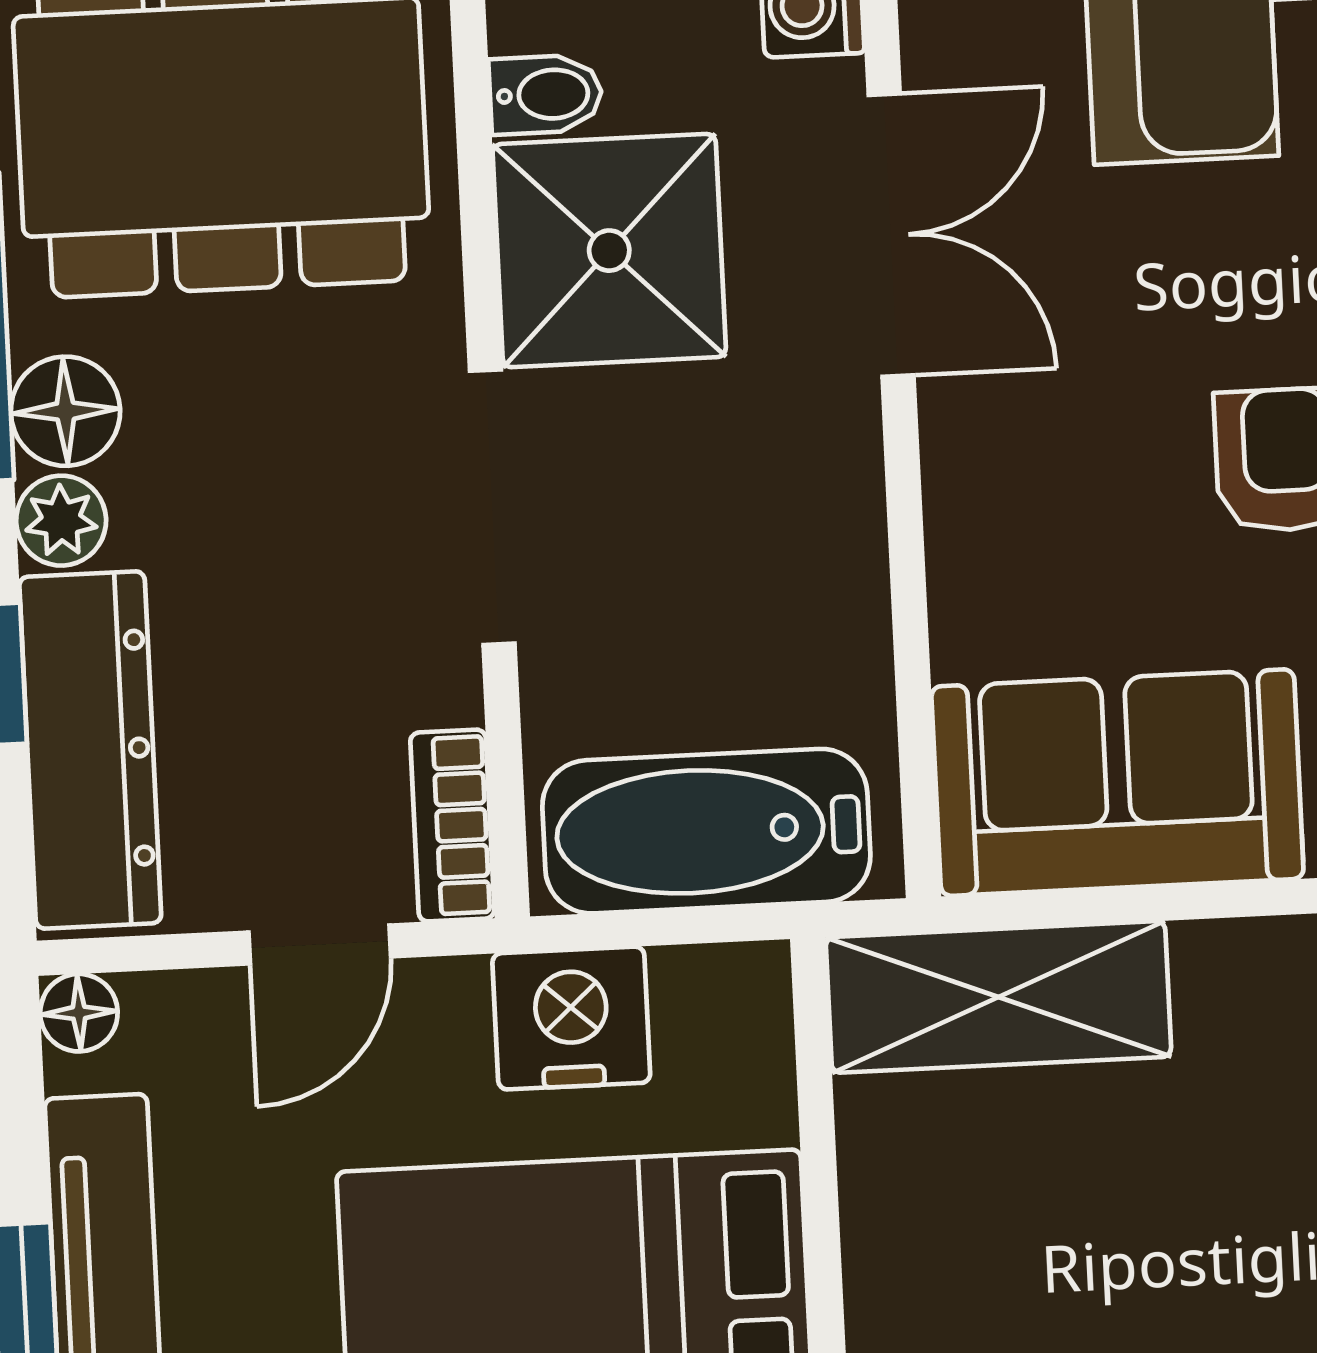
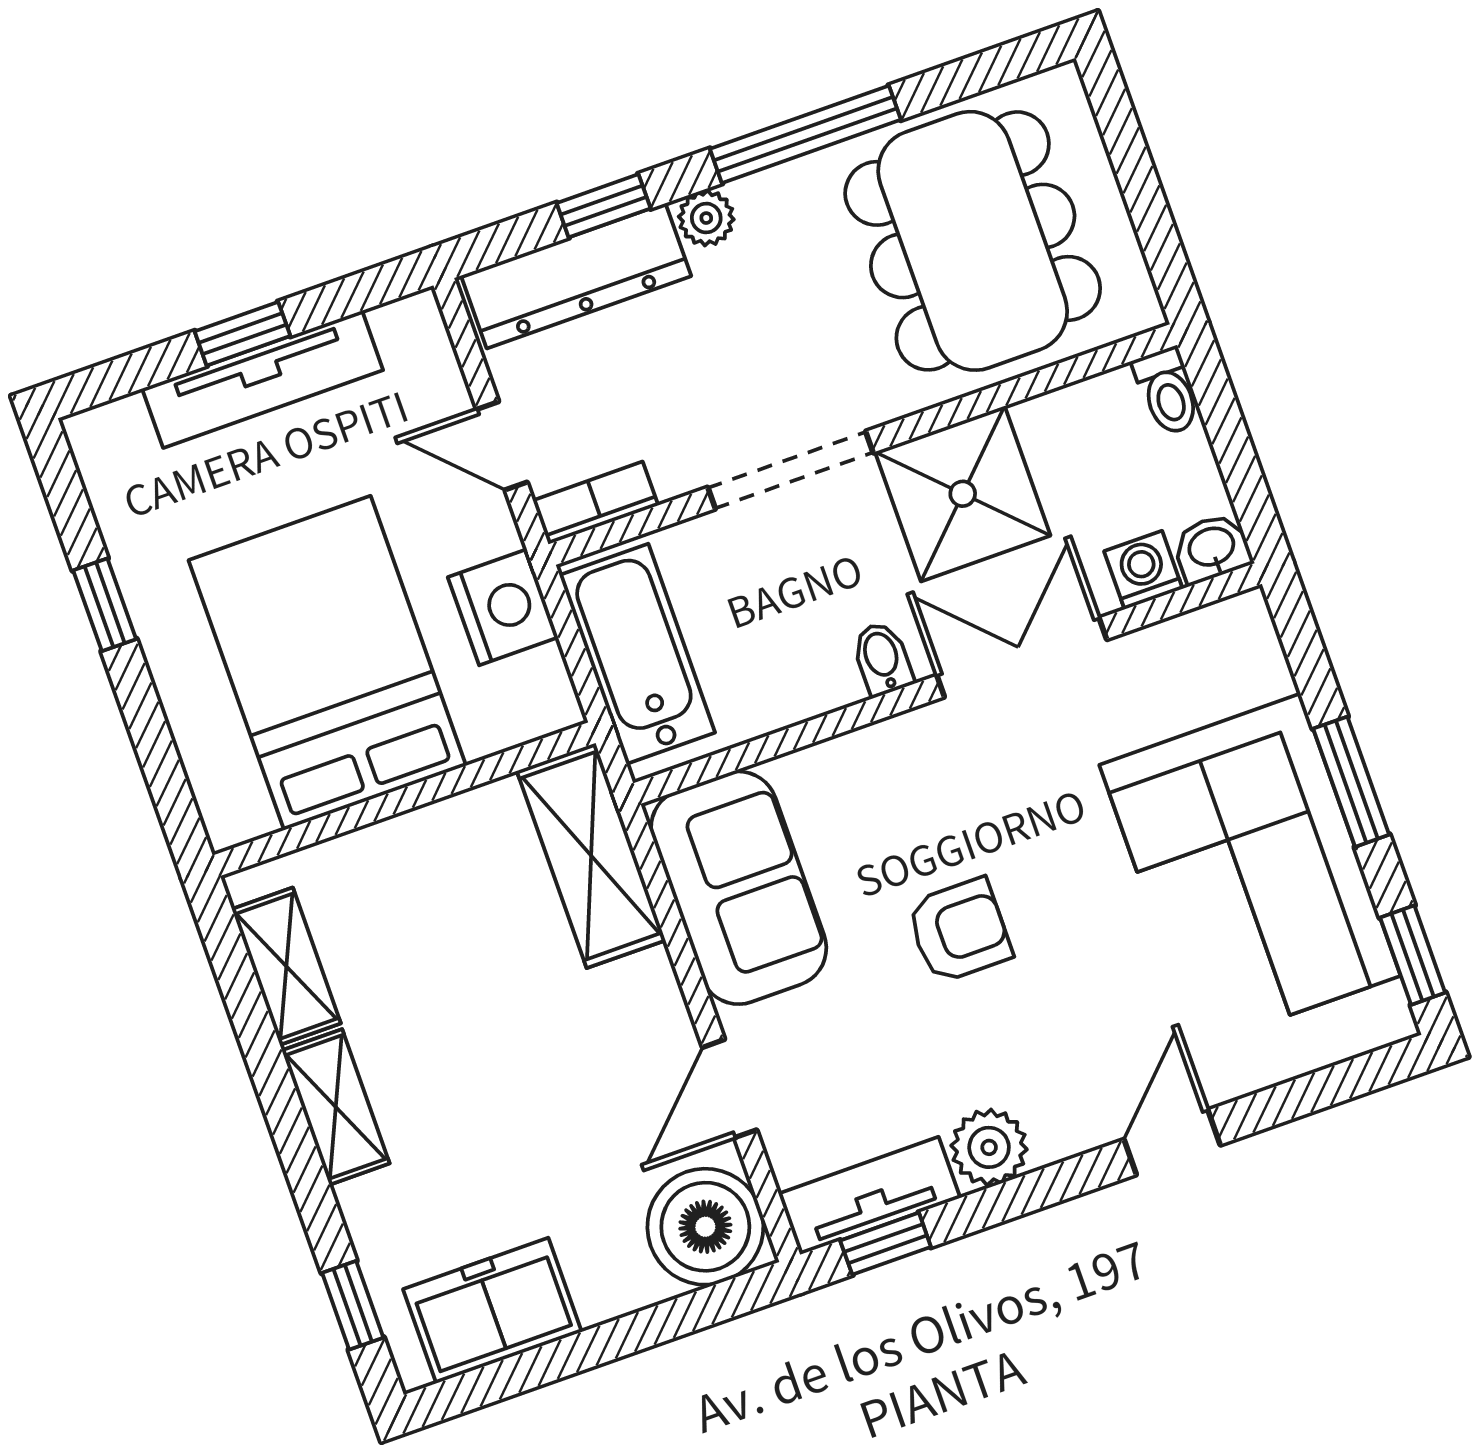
bidet: (546, 94) -> (882, 659), moved, turned 180
double door: (891, 235) -> (1022, 657), swing flipped
floor lamp: (65, 411) -> (772, 201), removed
floor lamp: (79, 1013) -> (419, 316), removed

